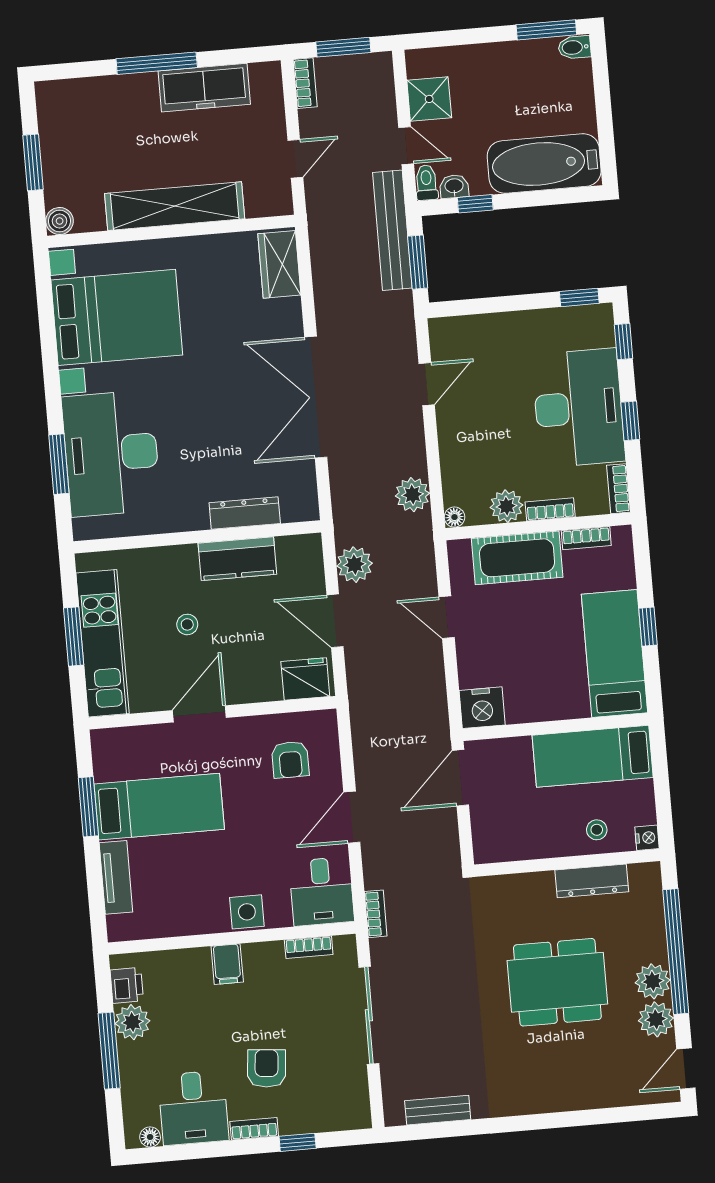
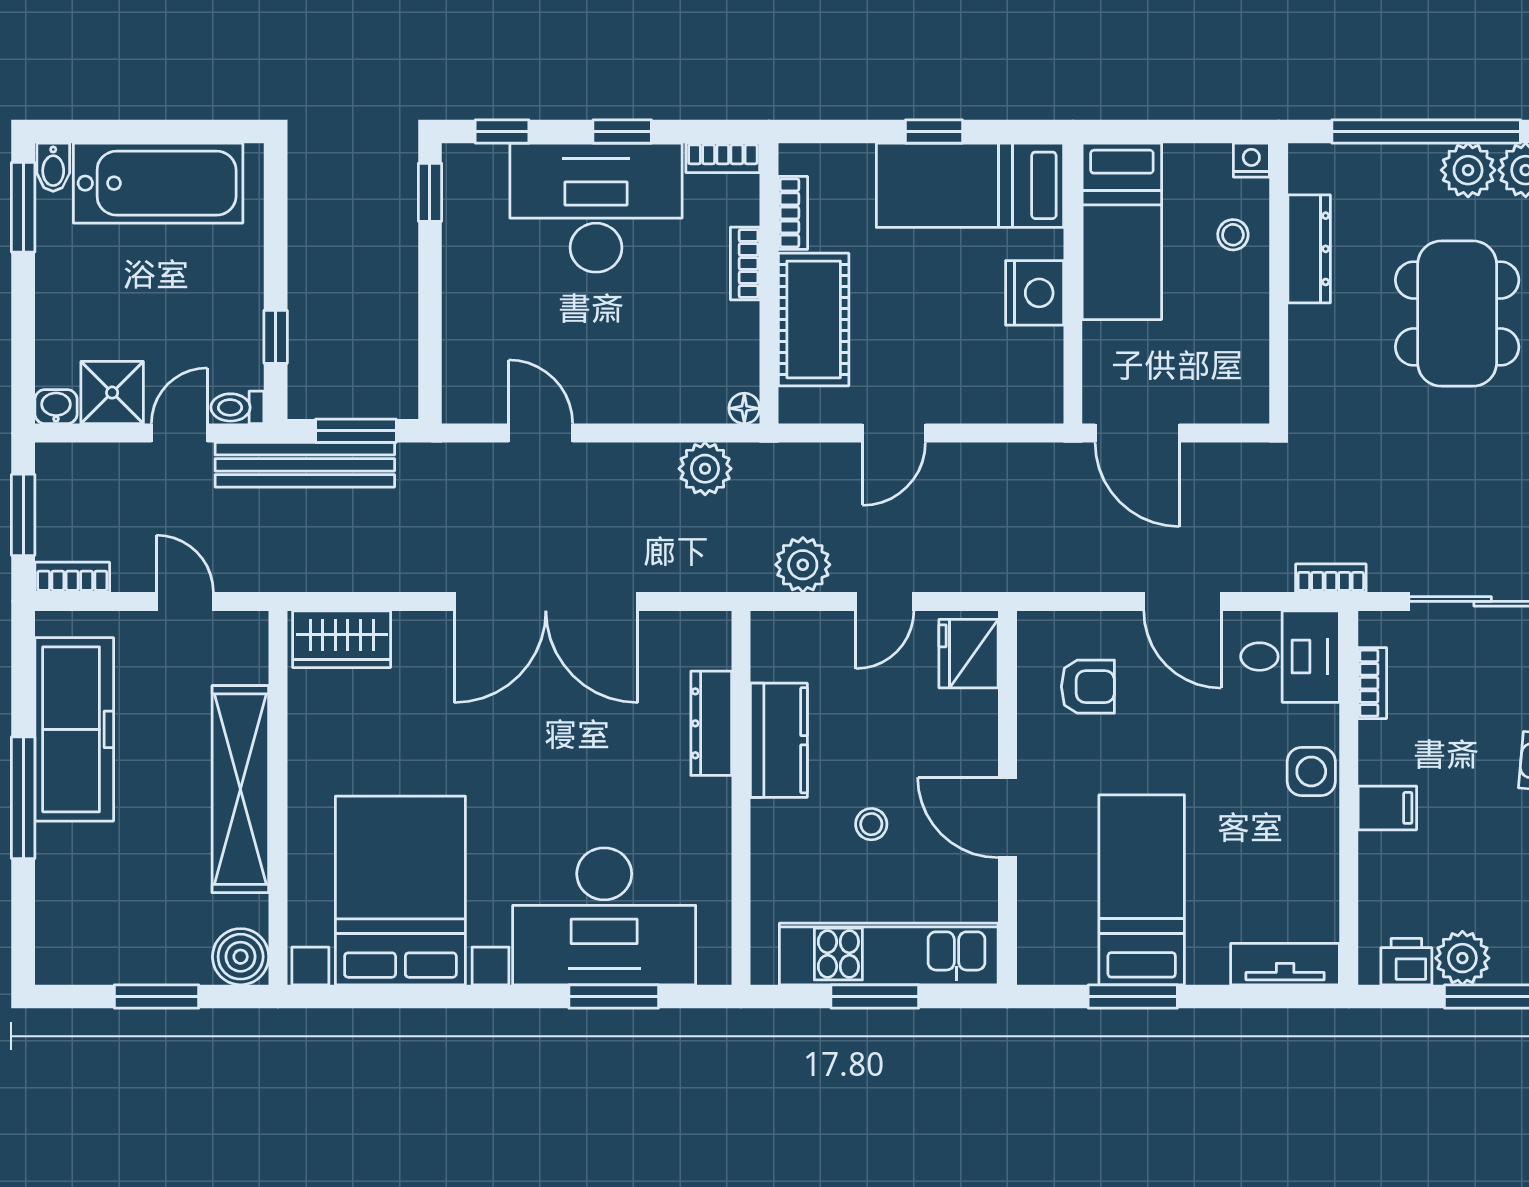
freezer: (204, 88) -> (74, 729), width x1.36, depth x1.26
bathtub: (544, 164) -> (158, 183), moved, turned -90
washbasin: (454, 186) -> (56, 407), moved, turned 90
boiler: (60, 221) -> (241, 957), width x1.36, depth x1.36
plant: (506, 506) -> (735, 329), removed
door: (335, 621) -> (885, 601), width x0.73
nightstand: (482, 708) -> (1035, 293), moved
tv unit: (116, 877) -> (1285, 964), moved

